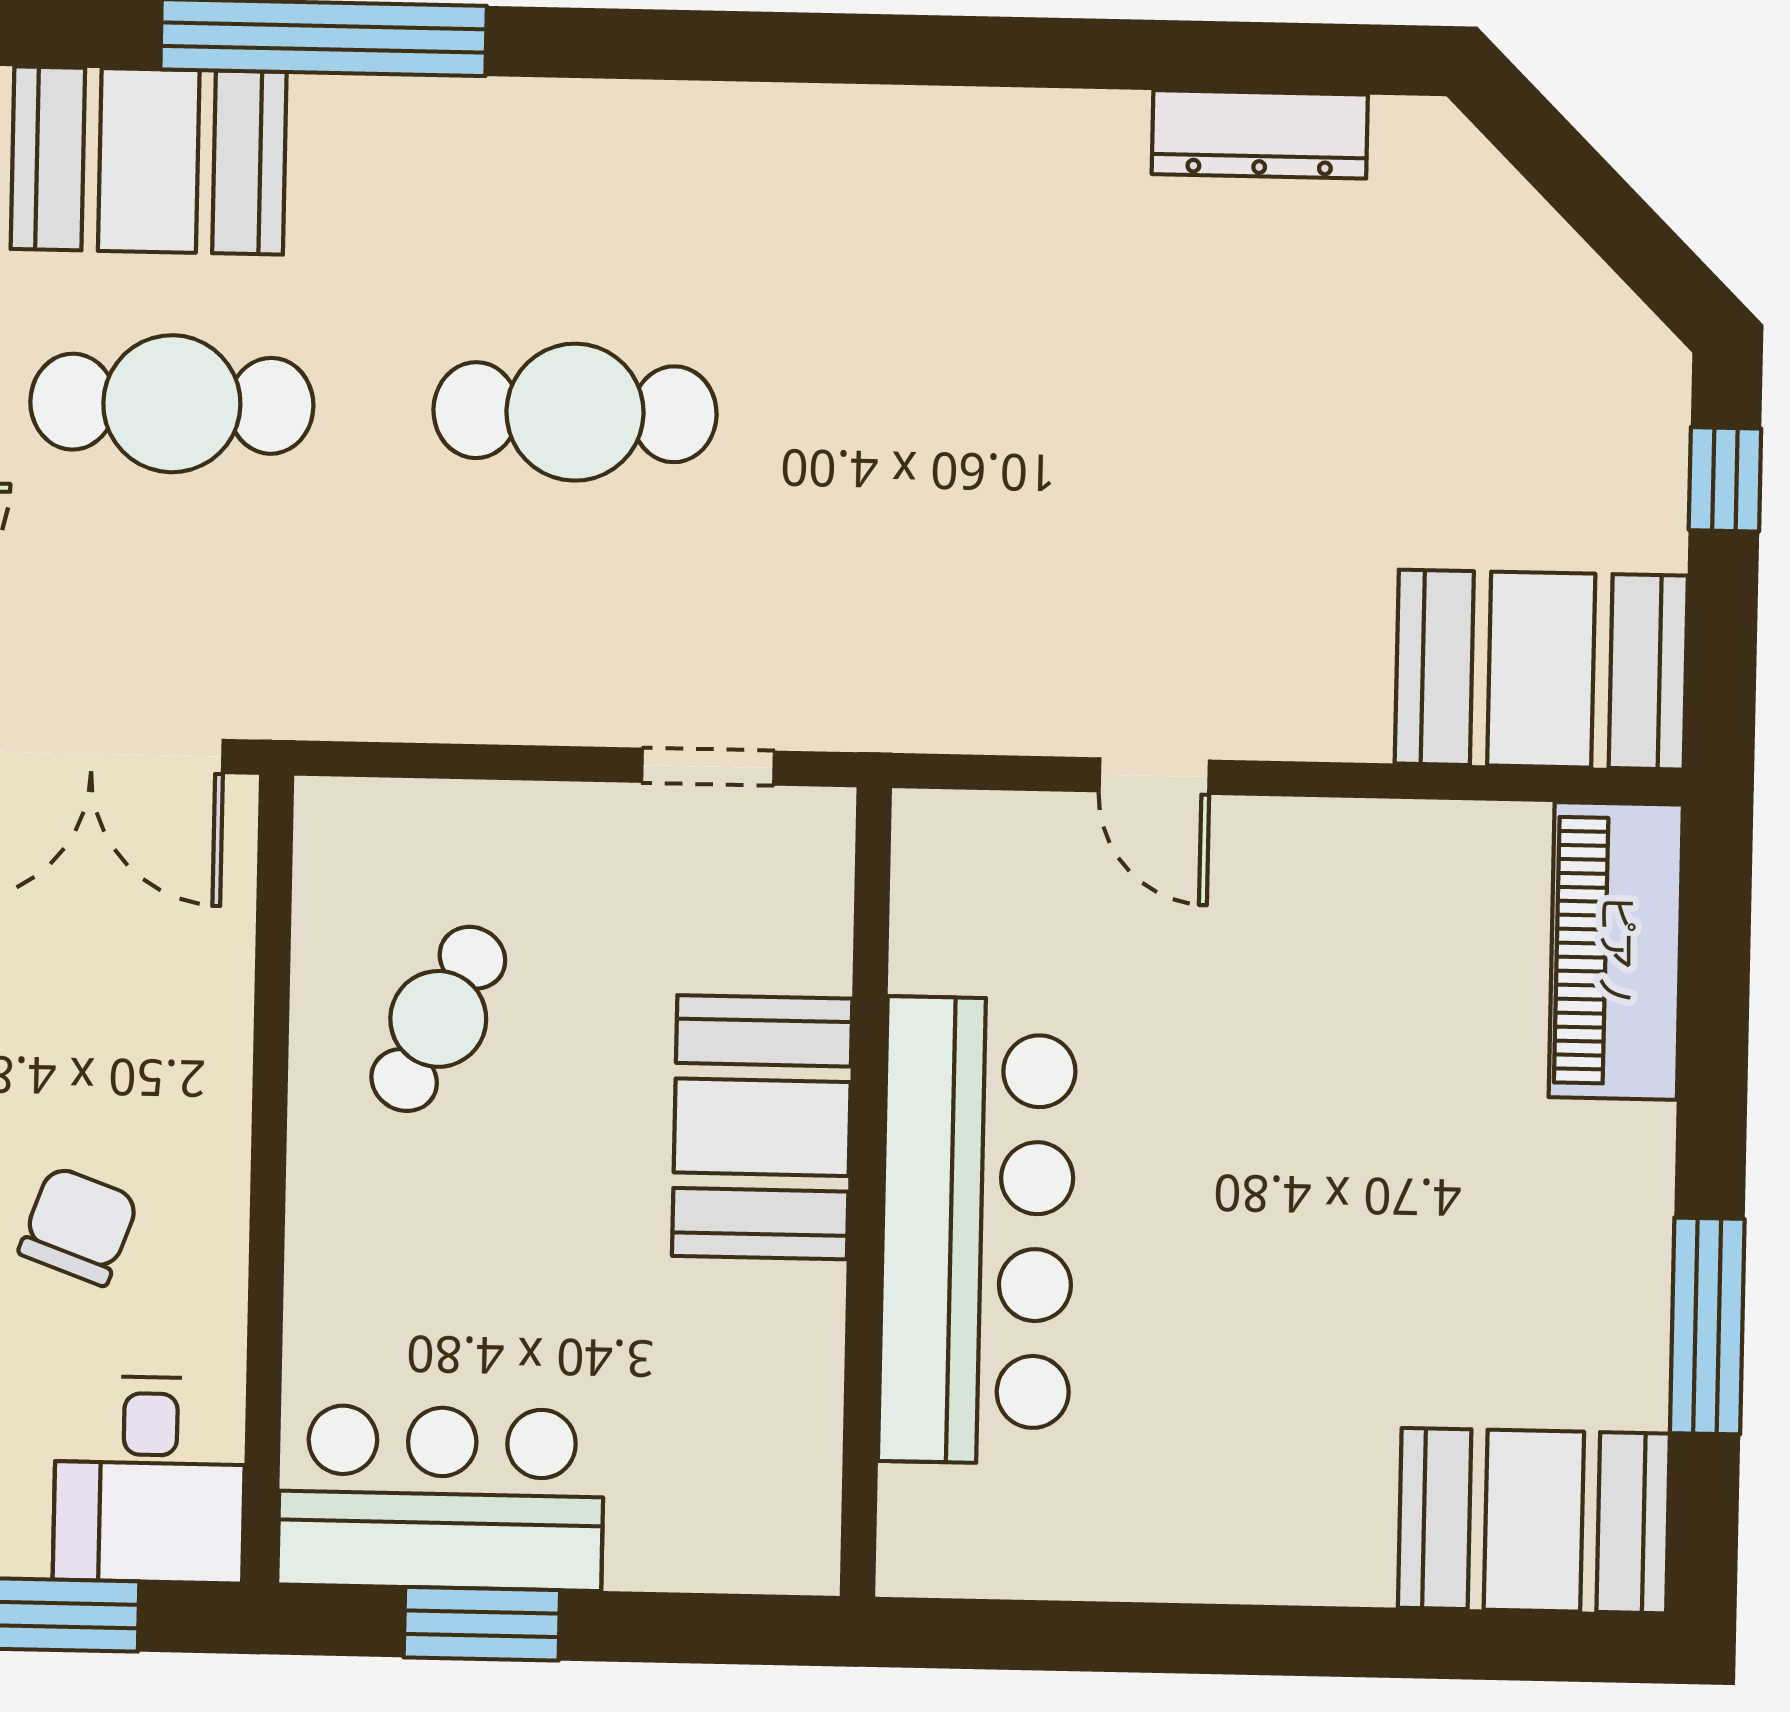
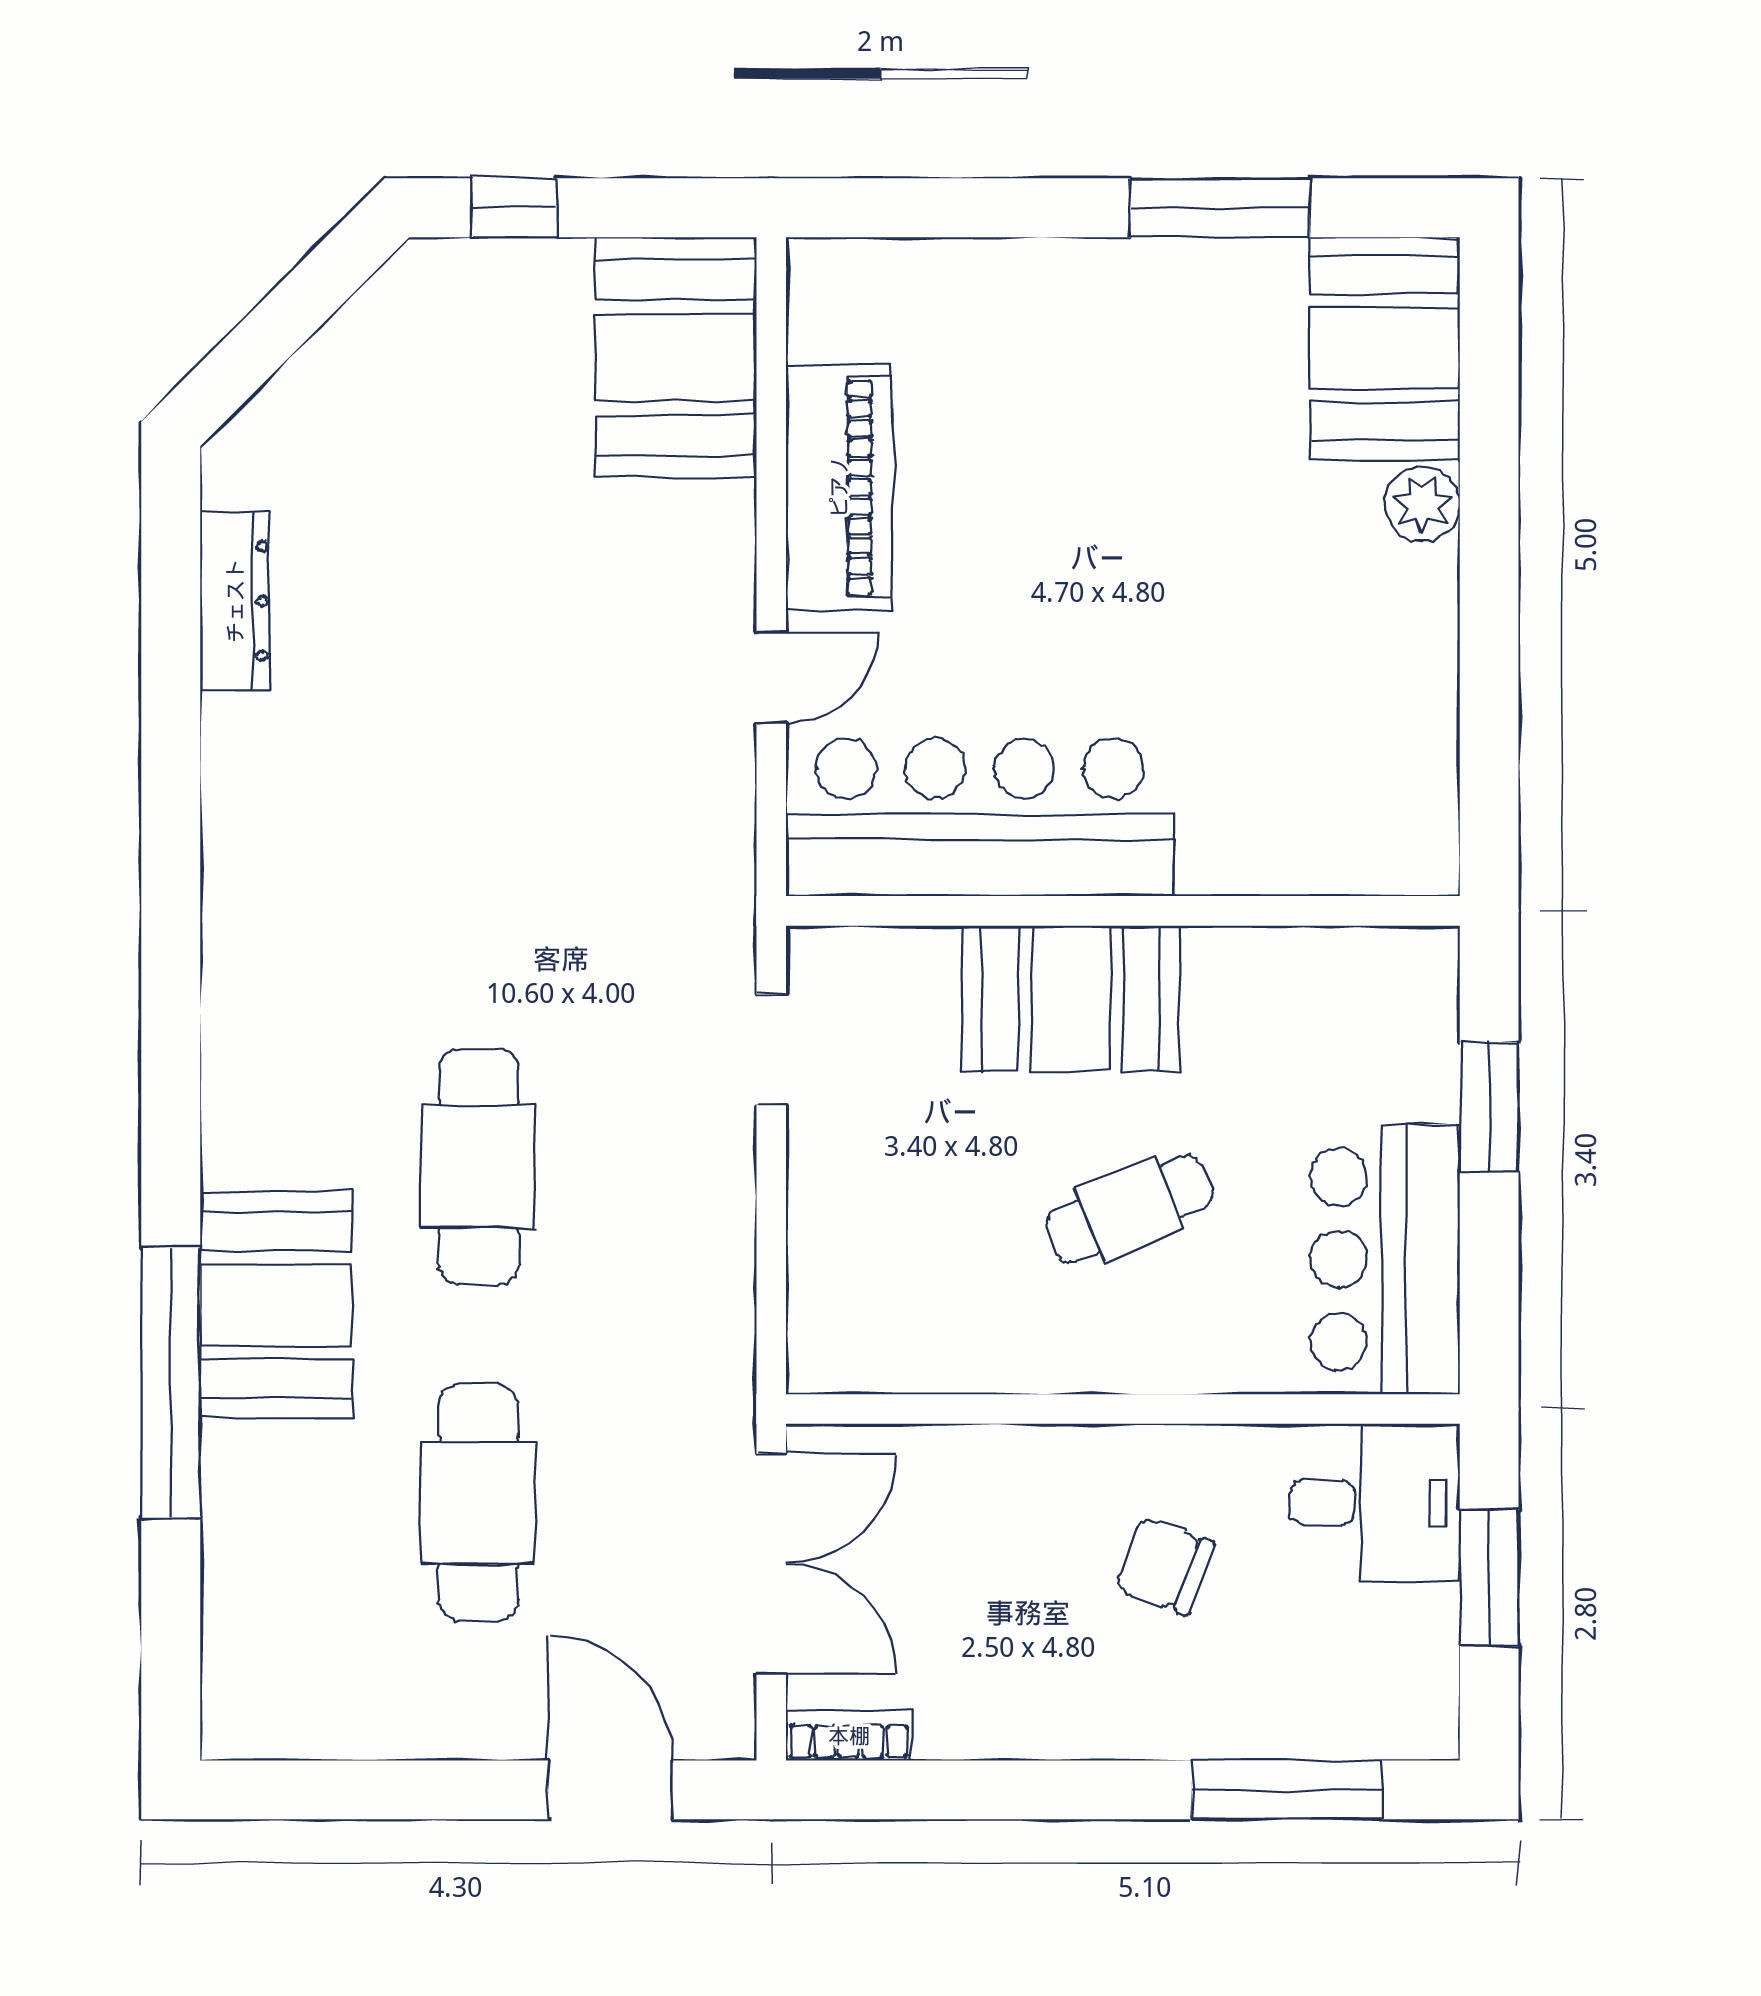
booth: (149, 160) -> (276, 1305), moved
piano: (1616, 951) -> (839, 487), moved, turned -90
cafe table: (438, 1019) -> (1129, 1209), moved, turned -51
bar counter: (977, 1230) -> (980, 817), moved
plant: (1347, 1561) -> (1422, 504), added
window: (482, 1624) -> (1489, 1107), moved

